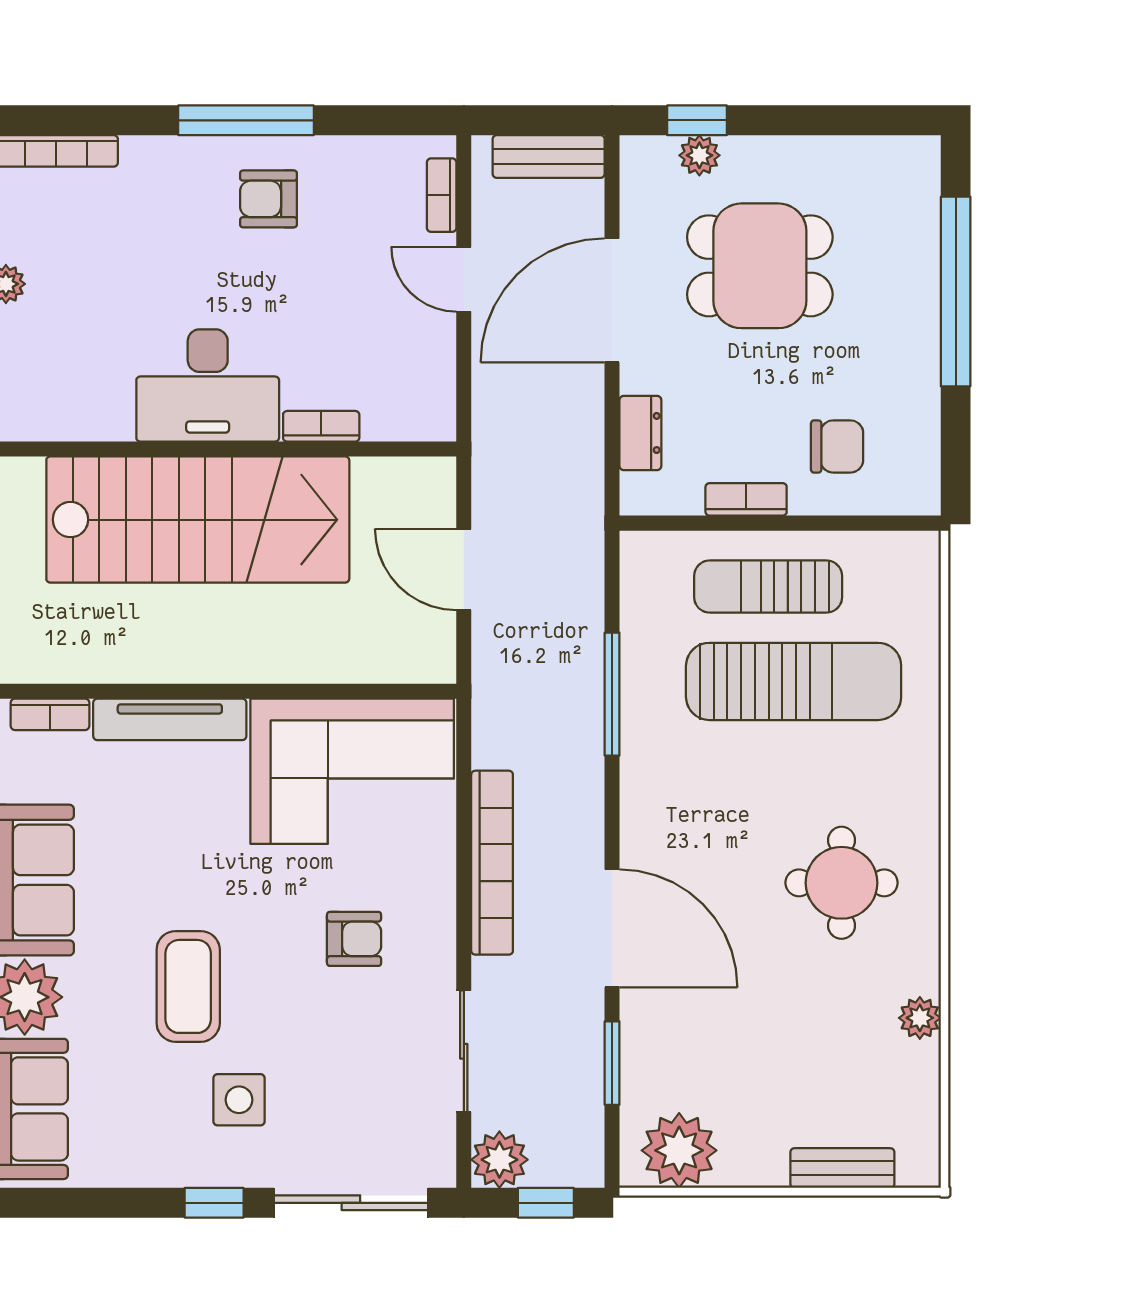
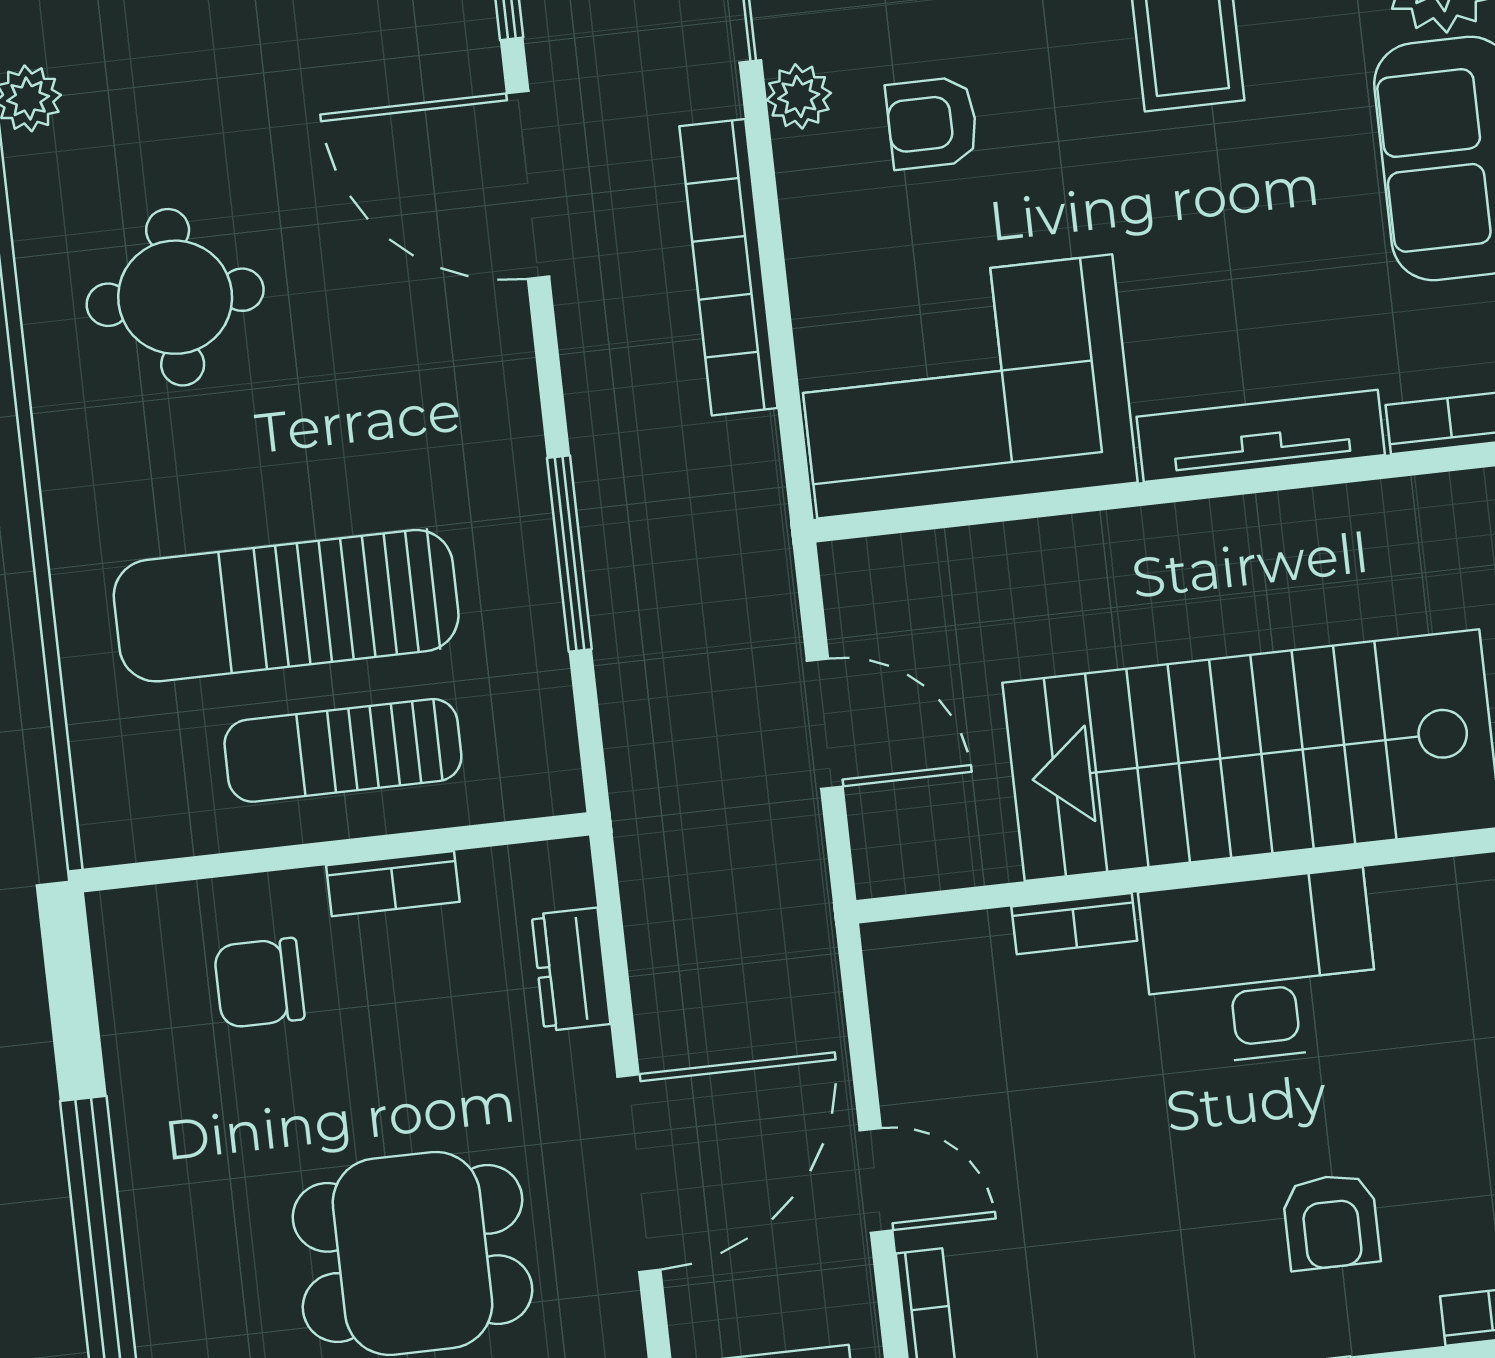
armchair: (268, 199) -> (1331, 1222), moved, turned 90
sun lounger: (768, 587) -> (343, 750), turned 180
plant: (436, 965) -> (799, 96), added

